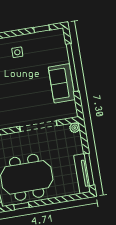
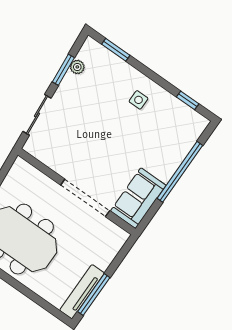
sofa: (62, 83) -> (138, 198), moved
plant: (75, 128) -> (121, 236), removed

